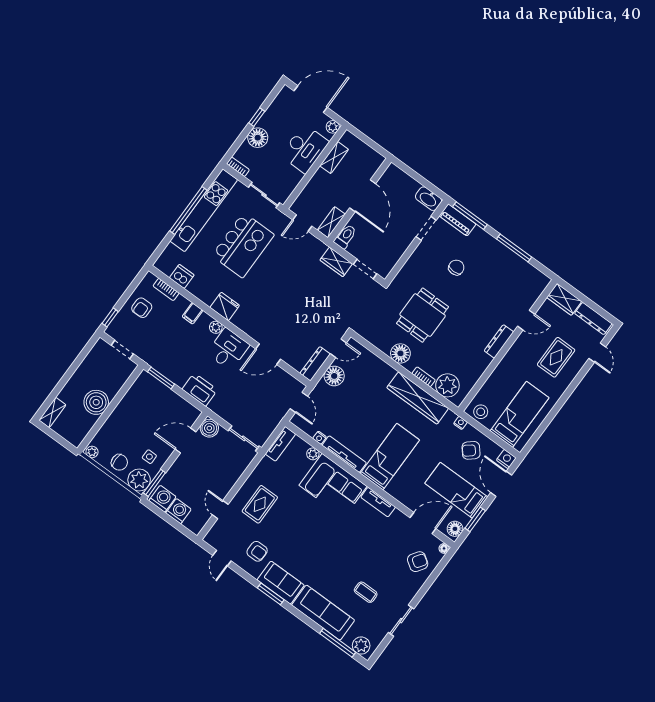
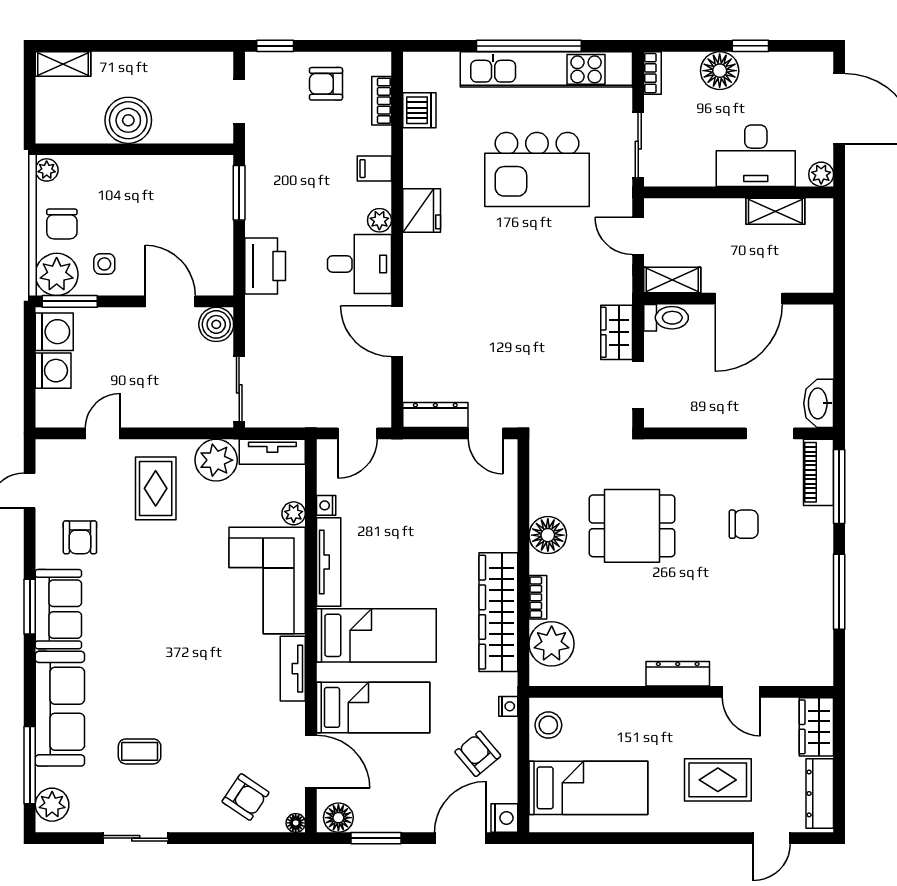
floor lamp: (334, 376) -> (438, 458), removed
plant: (267, 470) -> (216, 460), added
bed: (456, 490) -> (373, 707), moved, turned 90
rug: (260, 504) -> (156, 488), turned 90
coffee table: (366, 592) -> (140, 751), turned 90

